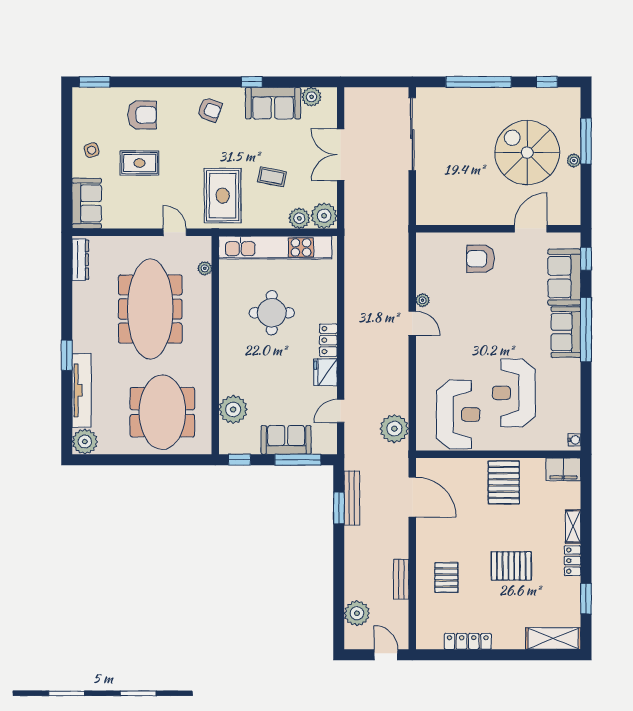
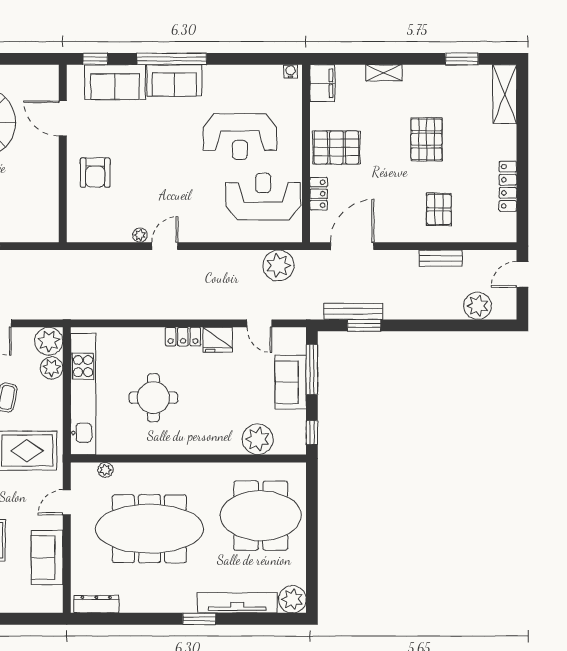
sofa: (87, 203) -> (47, 558), moved, turned -90
locker: (572, 561) -> (319, 194), moved, turned -90
pallet: (446, 578) -> (439, 209), turned 90

